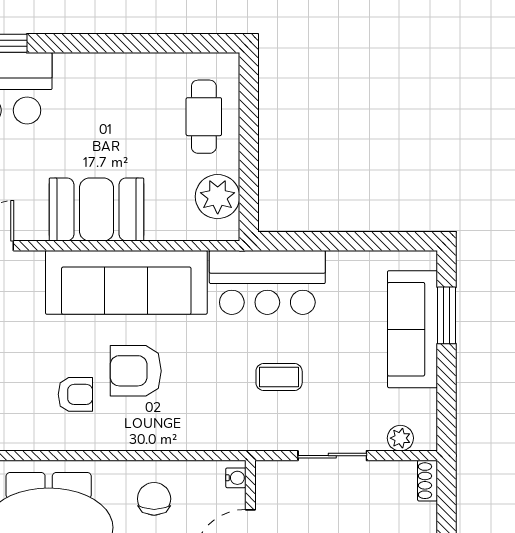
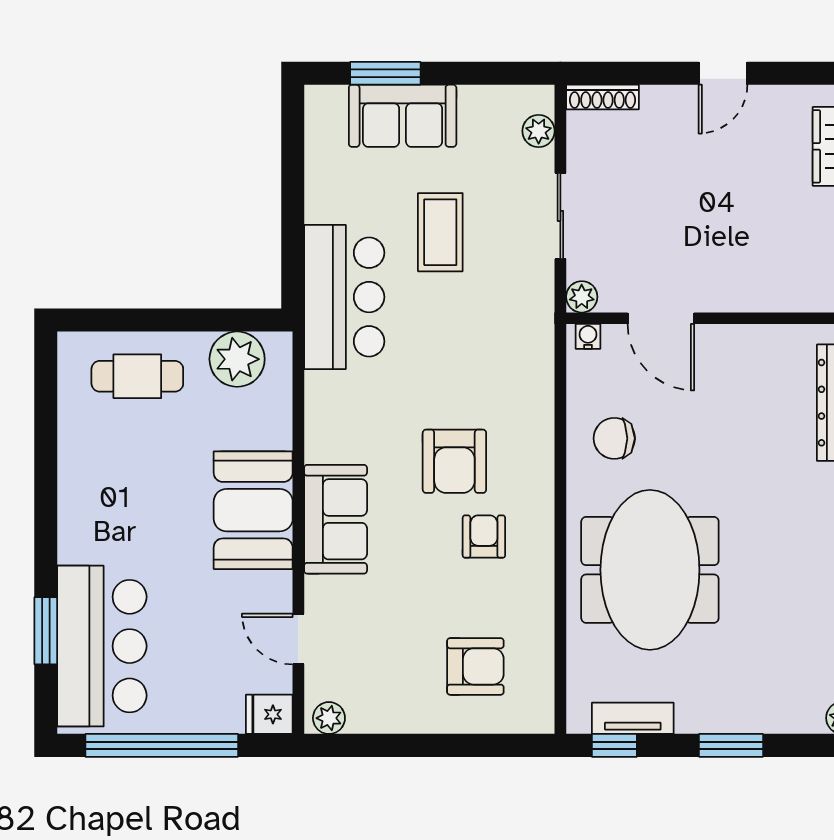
sofa: (126, 282) -> (336, 519), width x0.54, depth x0.79
sofa: (413, 329) -> (403, 116), width x0.73
coffee table: (279, 377) -> (440, 232), moved, width x1.36, depth x1.30
plant: (267, 473) -> (582, 297), added
shoe rack: (428, 481) -> (602, 97), width x1.43

